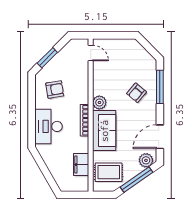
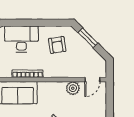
plant: (99, 102) -> (73, 88), moved

